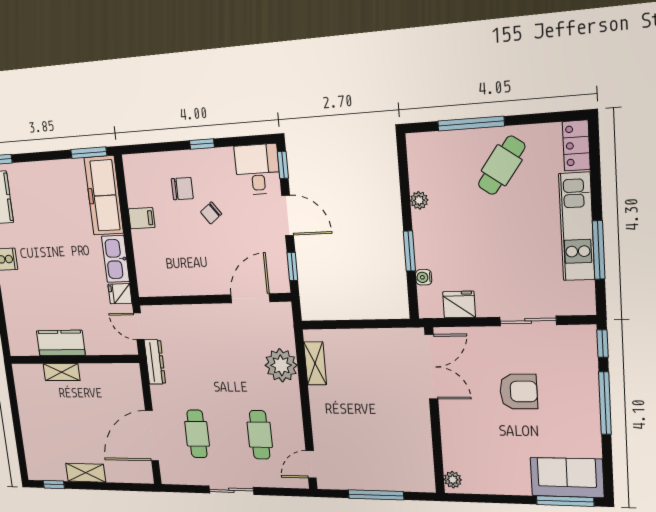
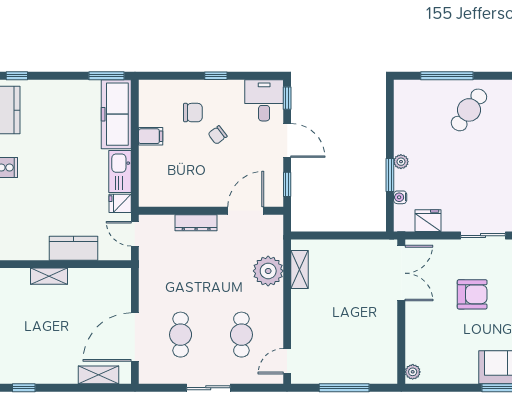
plant: (419, 200) -> (401, 162), moved
kitchen counter: (61, 343) -> (74, 248), moved
dresser: (155, 362) -> (196, 223), moved, turned 90
shelving: (86, 473) -> (99, 375), moved

